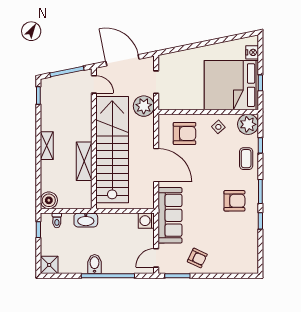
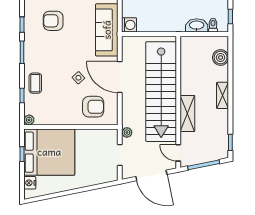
plant: (144, 106) -> (127, 132), width x0.53, depth x0.53
plant: (248, 124) -> (29, 120), width x0.53, depth x0.53
side table: (218, 127) -> (78, 78), moved
armchair: (185, 133) -> (93, 107), turned 180
shelving: (84, 161) -> (187, 113), moved
boiler: (49, 200) -> (221, 58), moved
armchair: (234, 201) -> (53, 21), moved
washbasin: (86, 220) -> (197, 25), moved

